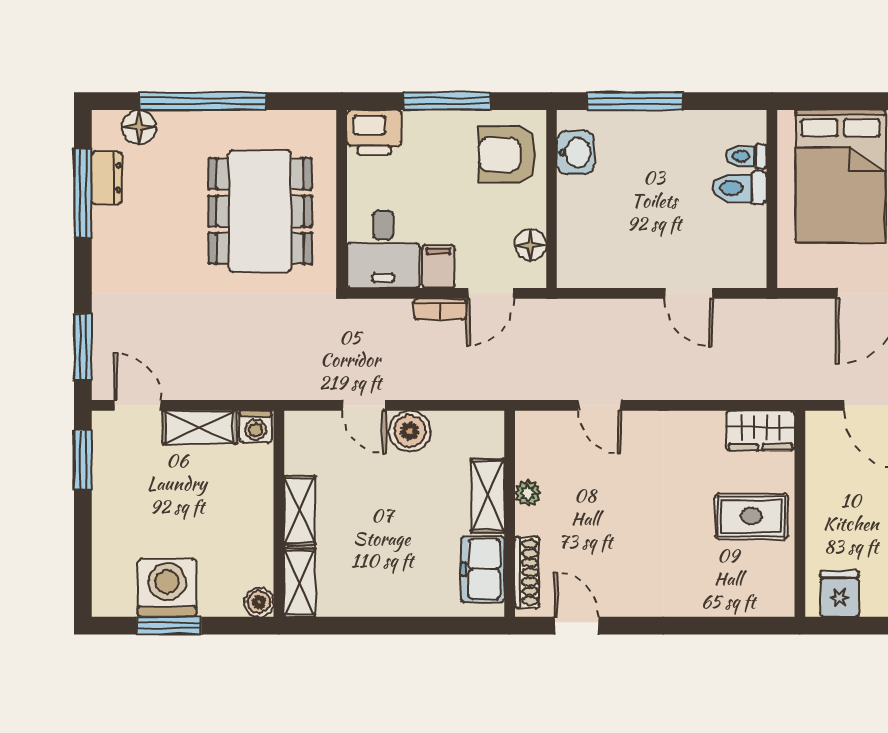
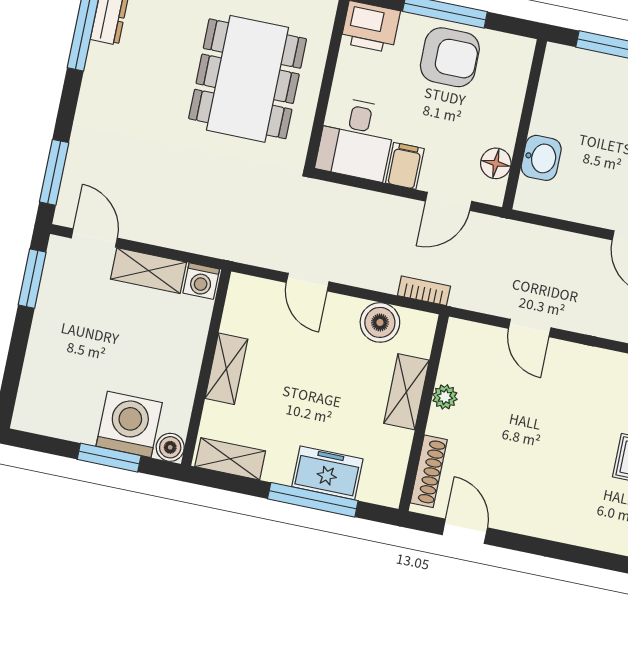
washbasin: (575, 153) -> (541, 158), moved
armchair: (507, 155) -> (450, 57), moved, turned 180
bookcase: (440, 309) -> (424, 291), moved, turned 180
boiler: (410, 431) -> (380, 322), moved
freezer: (483, 569) -> (327, 473), moved, turned 90
shelving: (299, 582) -> (230, 459), moved, turned 90
washing machine: (167, 588) -> (129, 424), moved
window: (169, 626) -> (109, 458), moved
window: (415, 626) -> (313, 500), added

